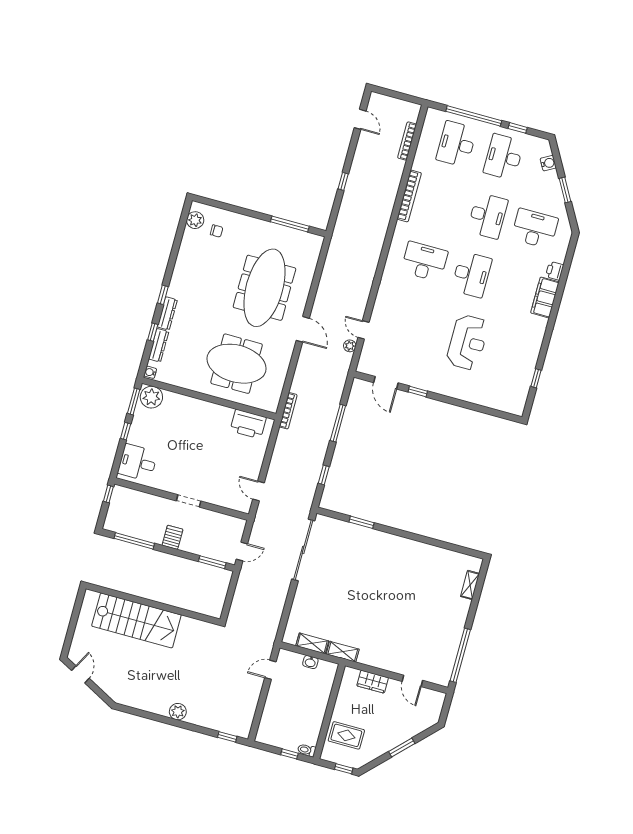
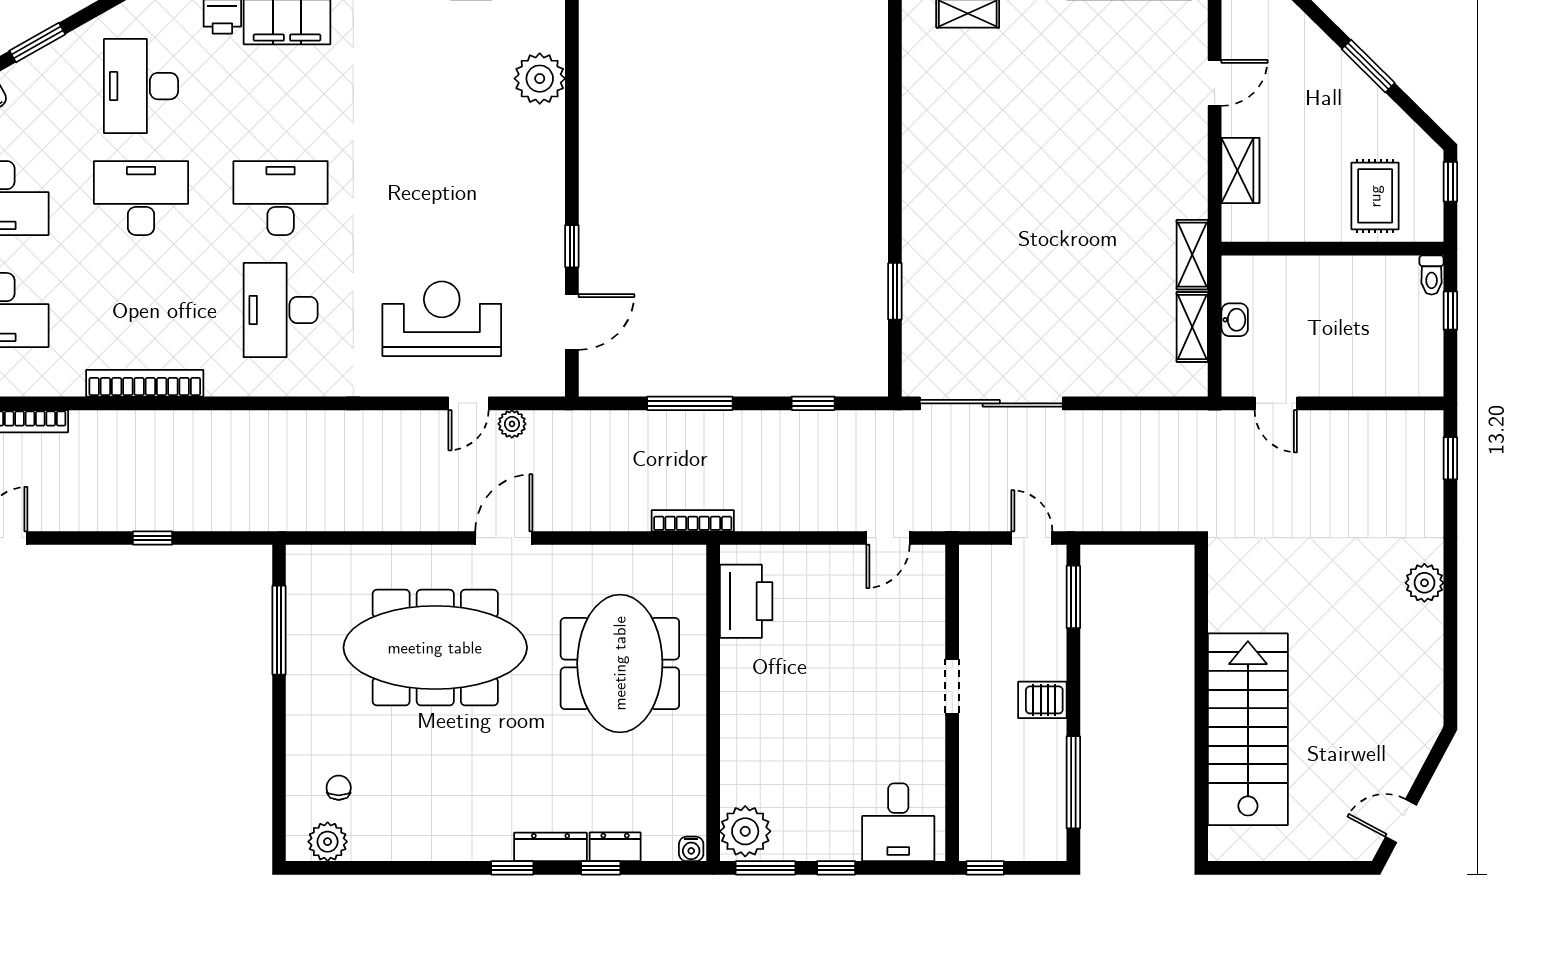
reception desk: (468, 342) -> (442, 319), moved
dresser: (159, 345) -> (615, 847), width x0.70
plant: (492, 397) -> (540, 79), added

